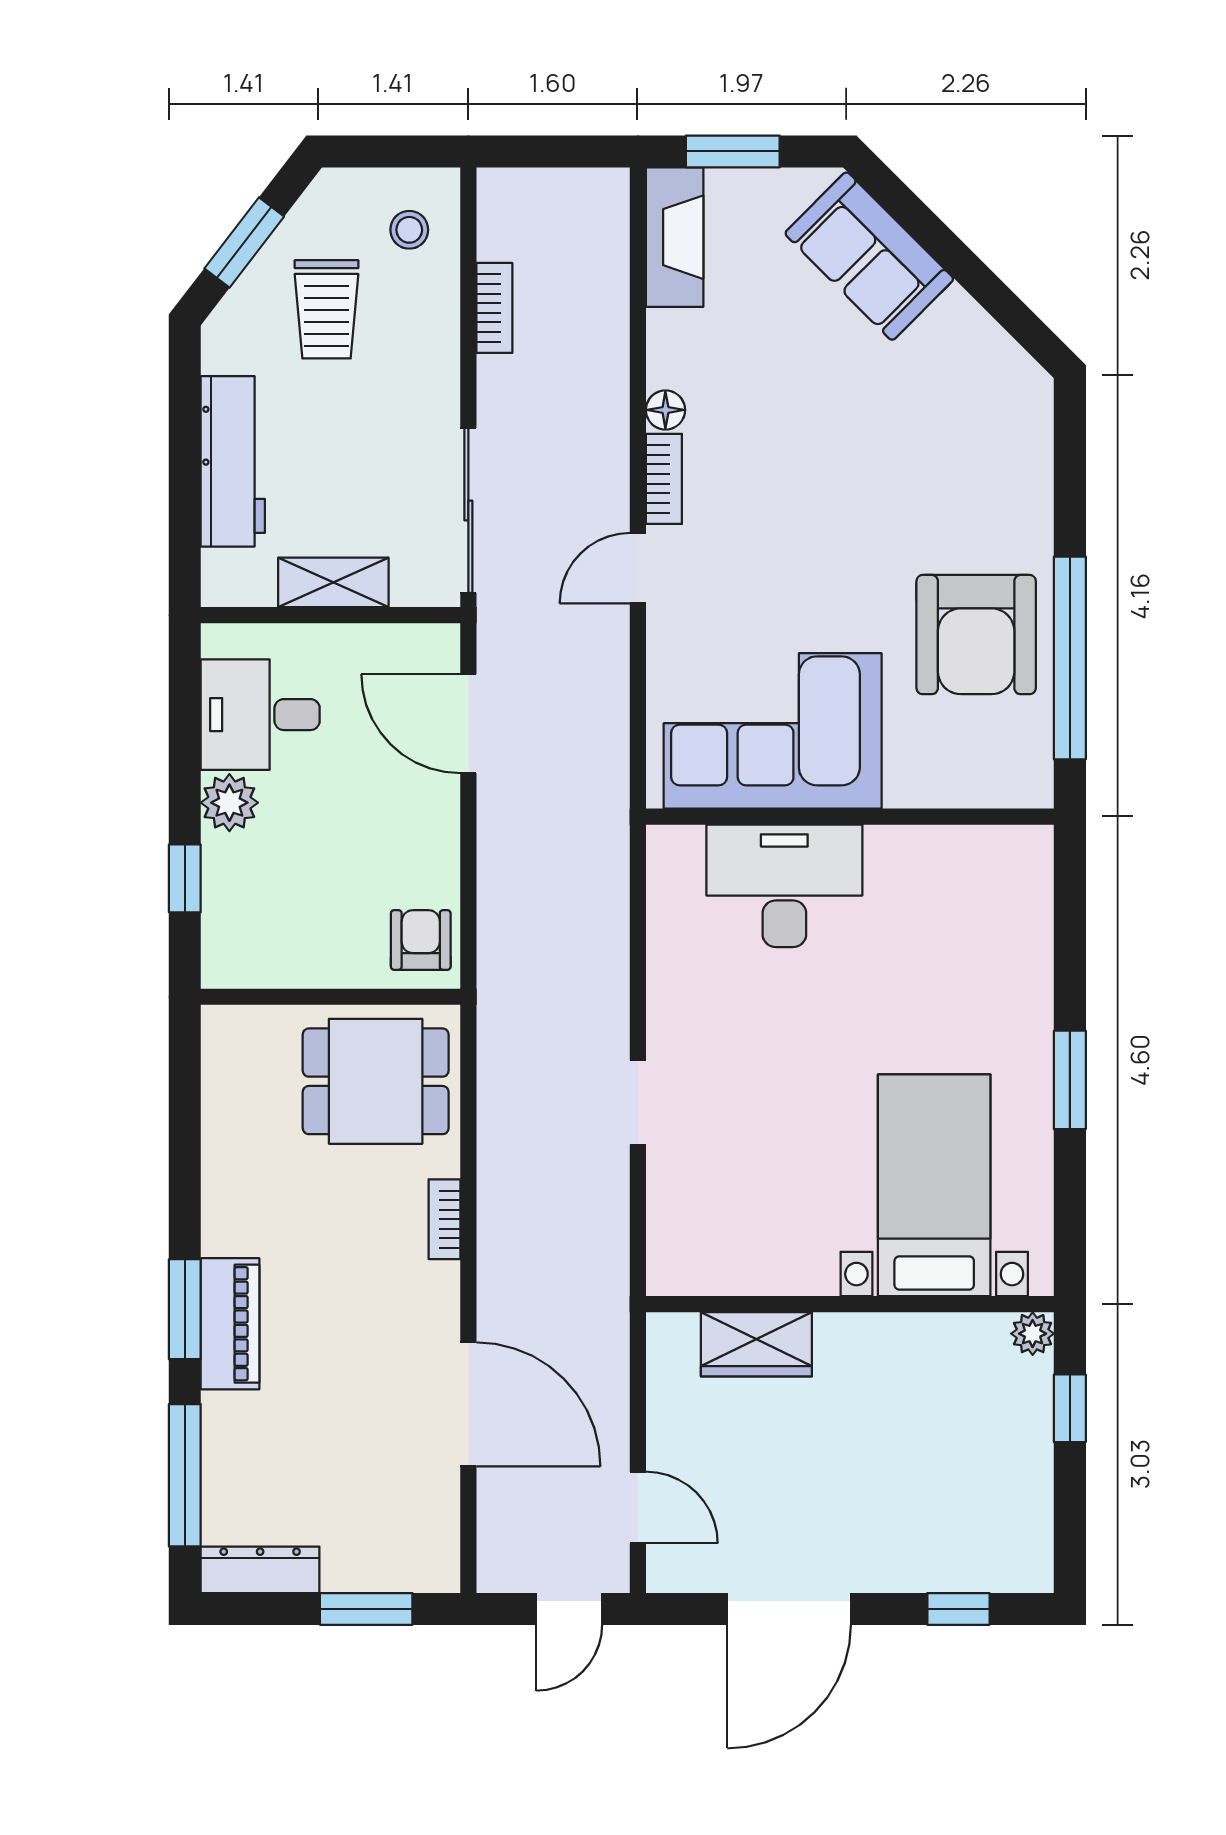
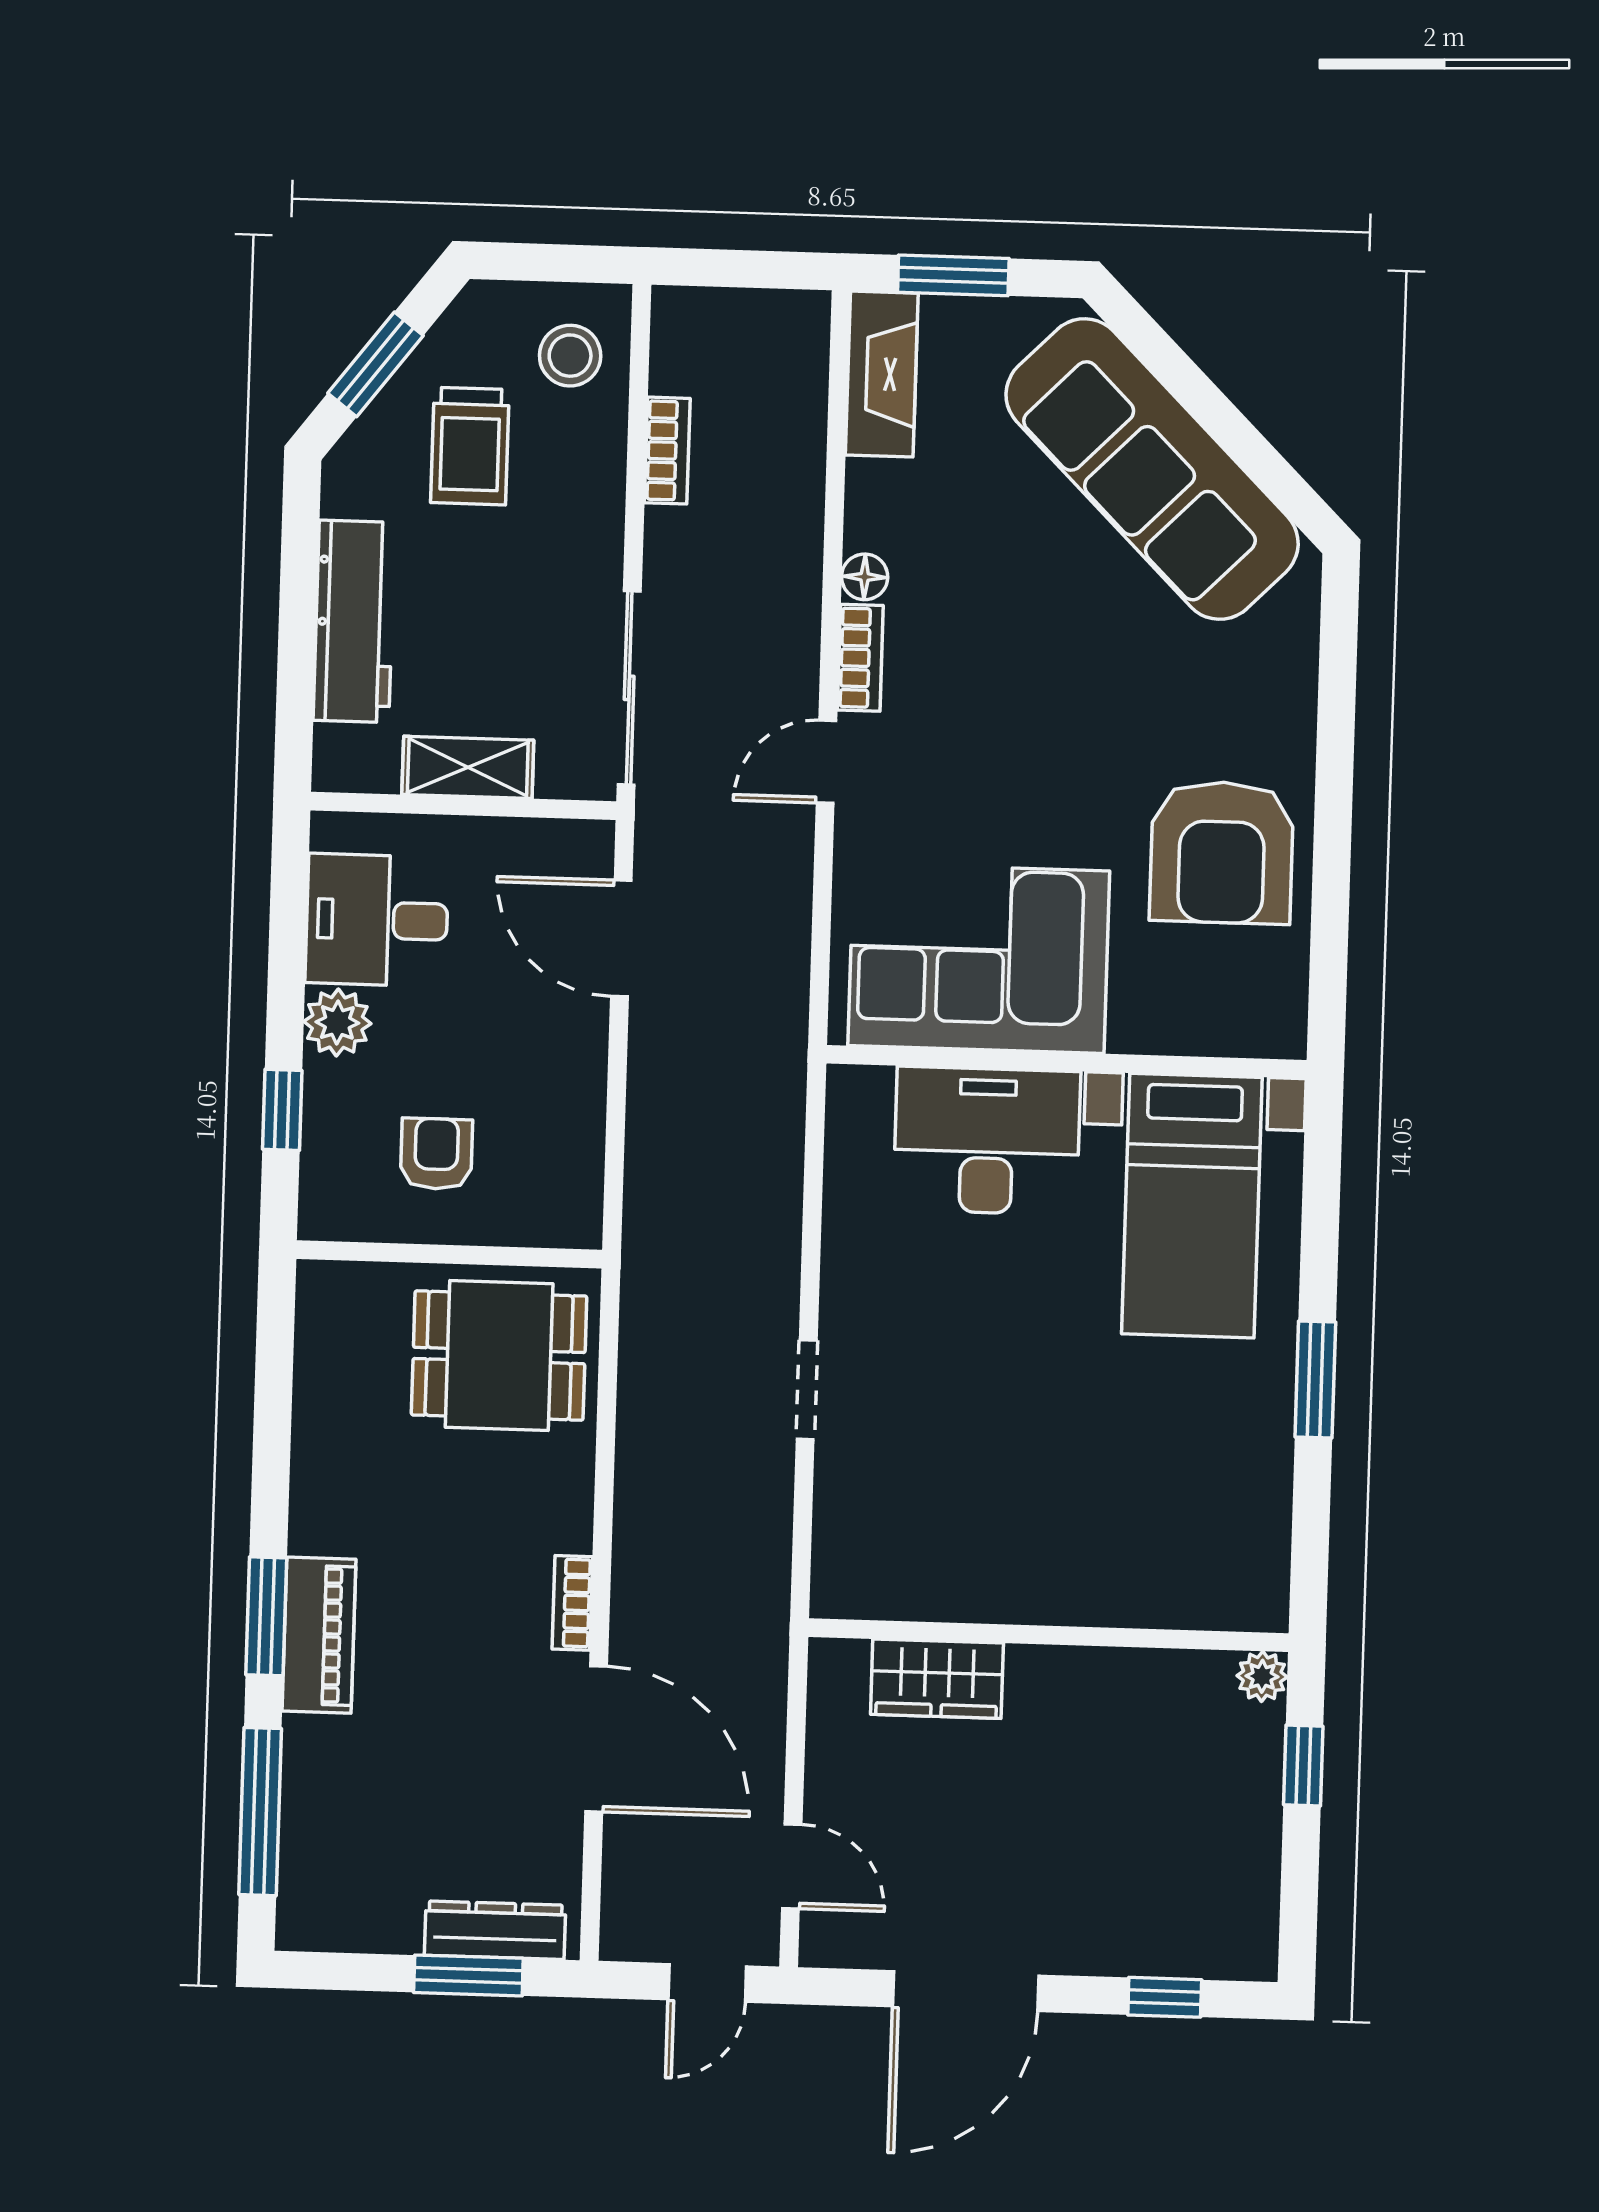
stool: (409, 230) -> (570, 356), width x1.37, depth x1.37
sofa: (869, 256) -> (1152, 469), width x1.85, depth x1.27
window: (1070, 658) -> (1331, 883), removed
armchair: (421, 940) -> (436, 1154), moved
bed with nightstands: (934, 1185) -> (1192, 1206), moved, turned 180
bookcase: (444, 1219) -> (572, 1603), moved
dresser: (260, 1570) -> (495, 1930), moved

